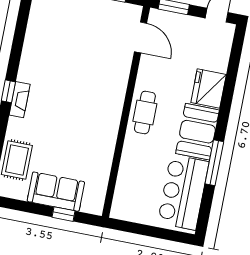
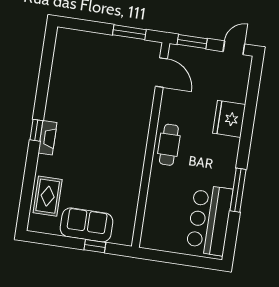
booth: (198, 132) -> (220, 161), removed

